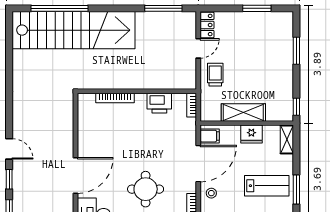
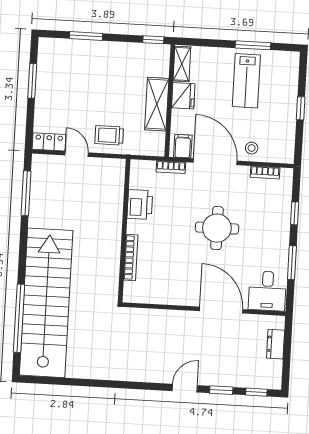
bookcase: (192, 105) -> (171, 167), moved
shelving: (287, 139) -> (182, 64), moved, turned 90
lab bench: (267, 186) -> (246, 81), turned 180
round table: (146, 189) -> (217, 228), moved

